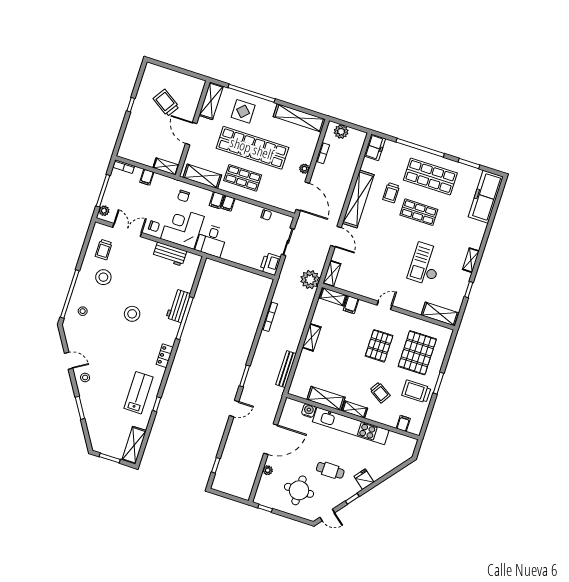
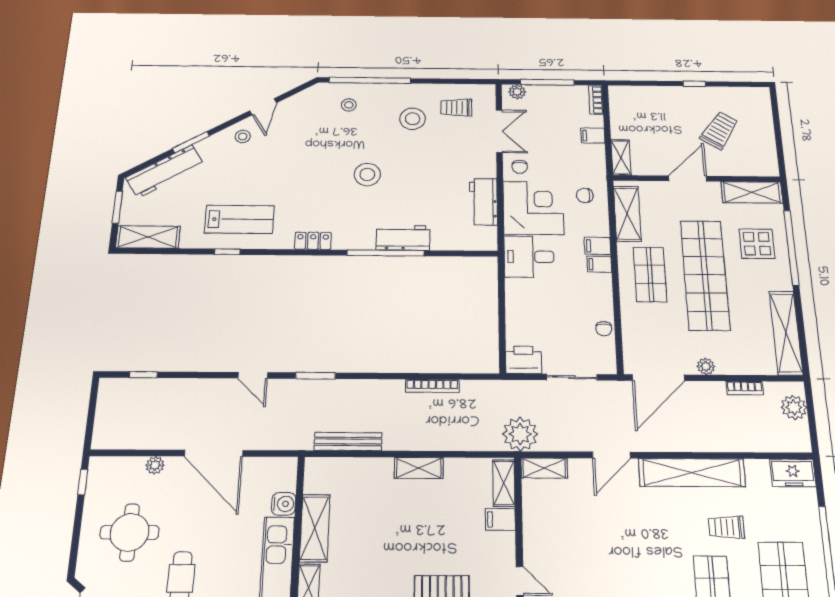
workbench: (95, 427) -> (165, 171), added

